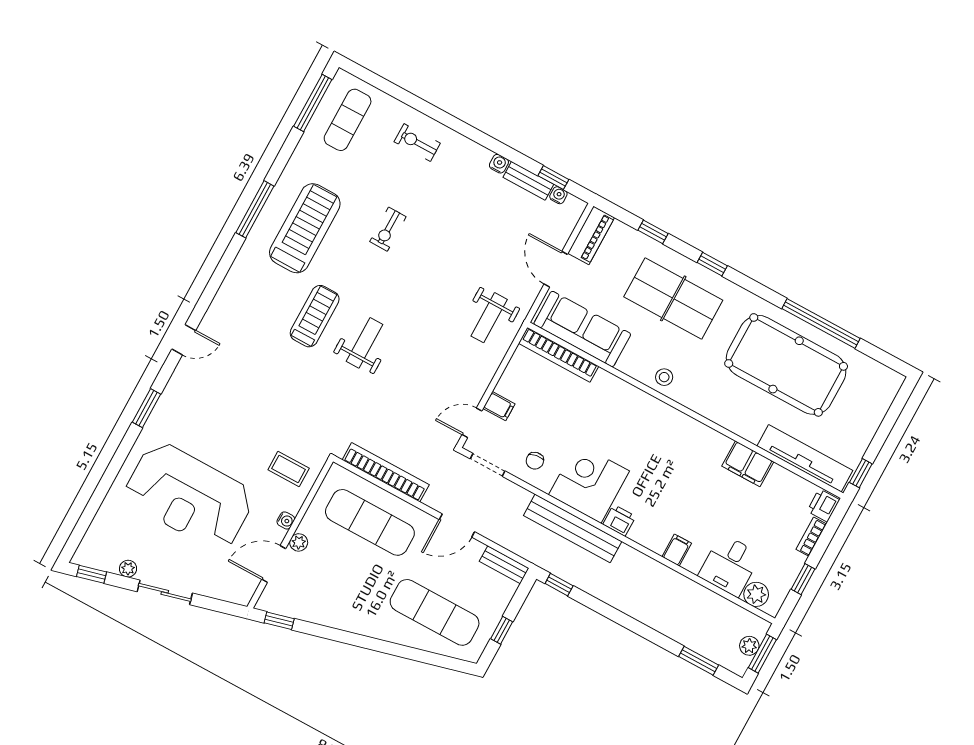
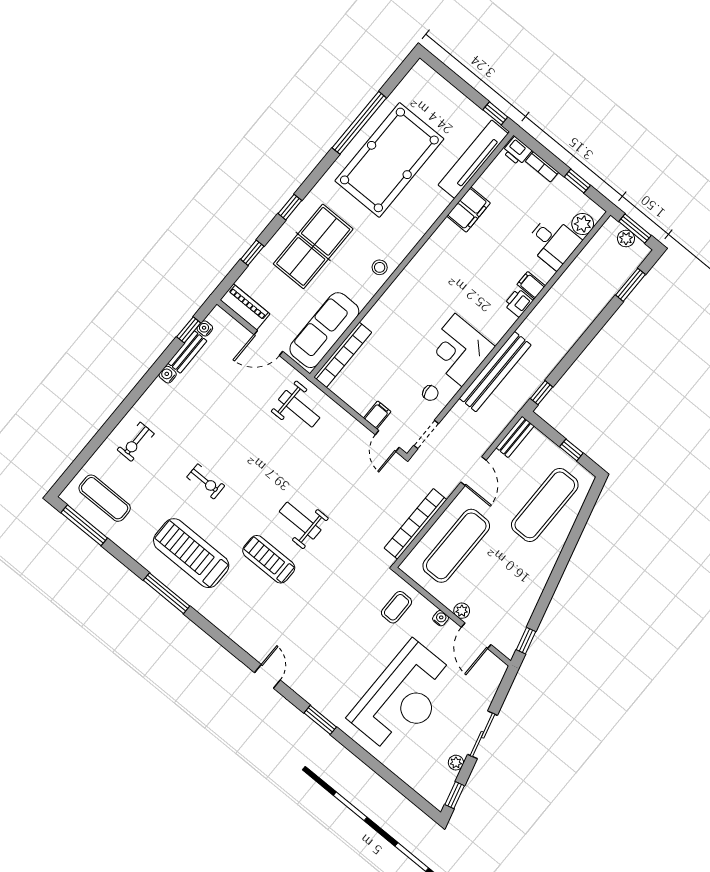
printer: (619, 520) -> (518, 303), moved

